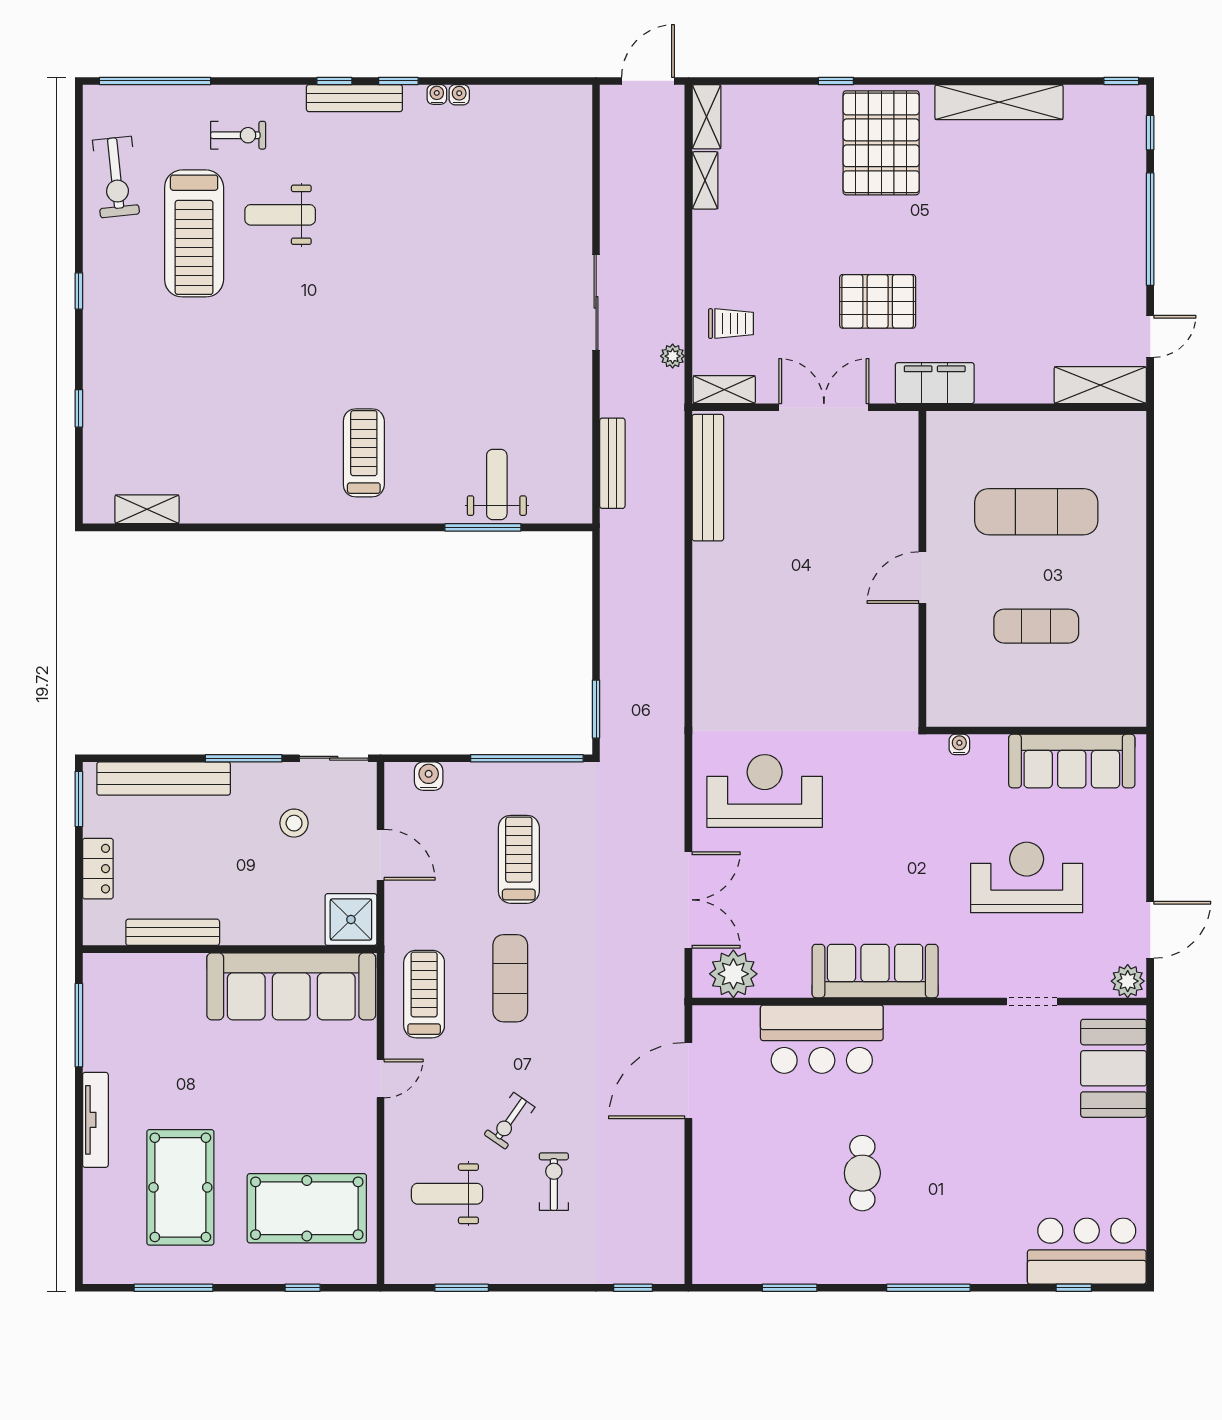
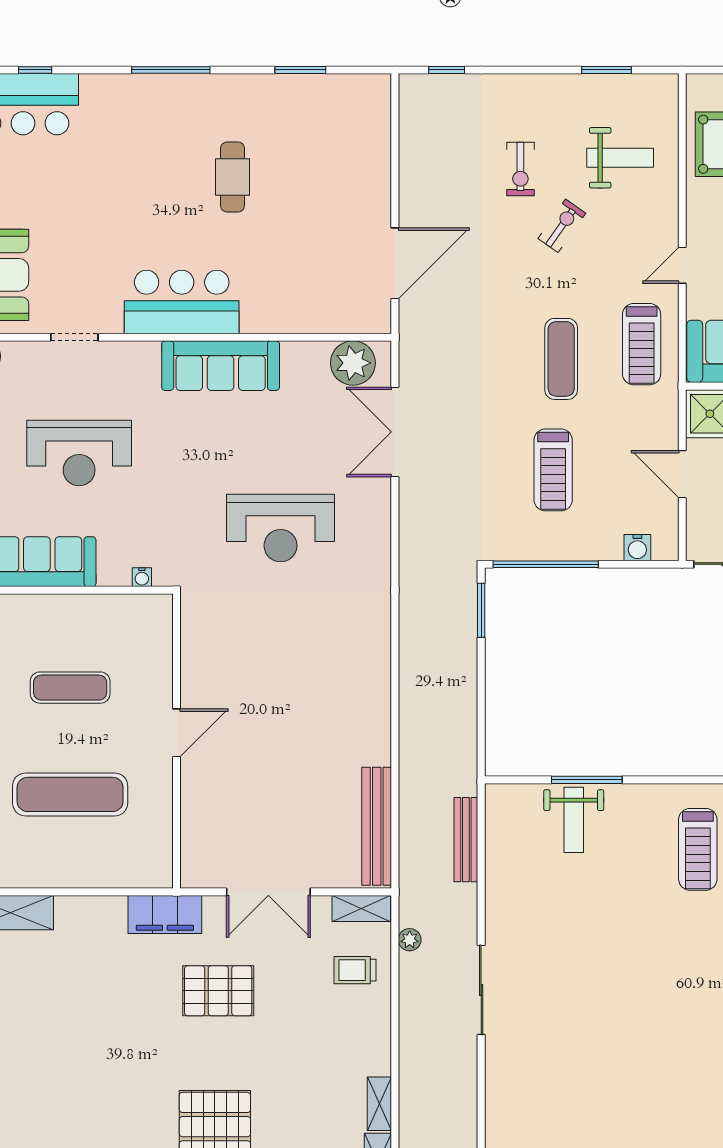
reception desk: (765, 791) -> (281, 528), moved
bar counter: (822, 1039) -> (182, 302), moved

